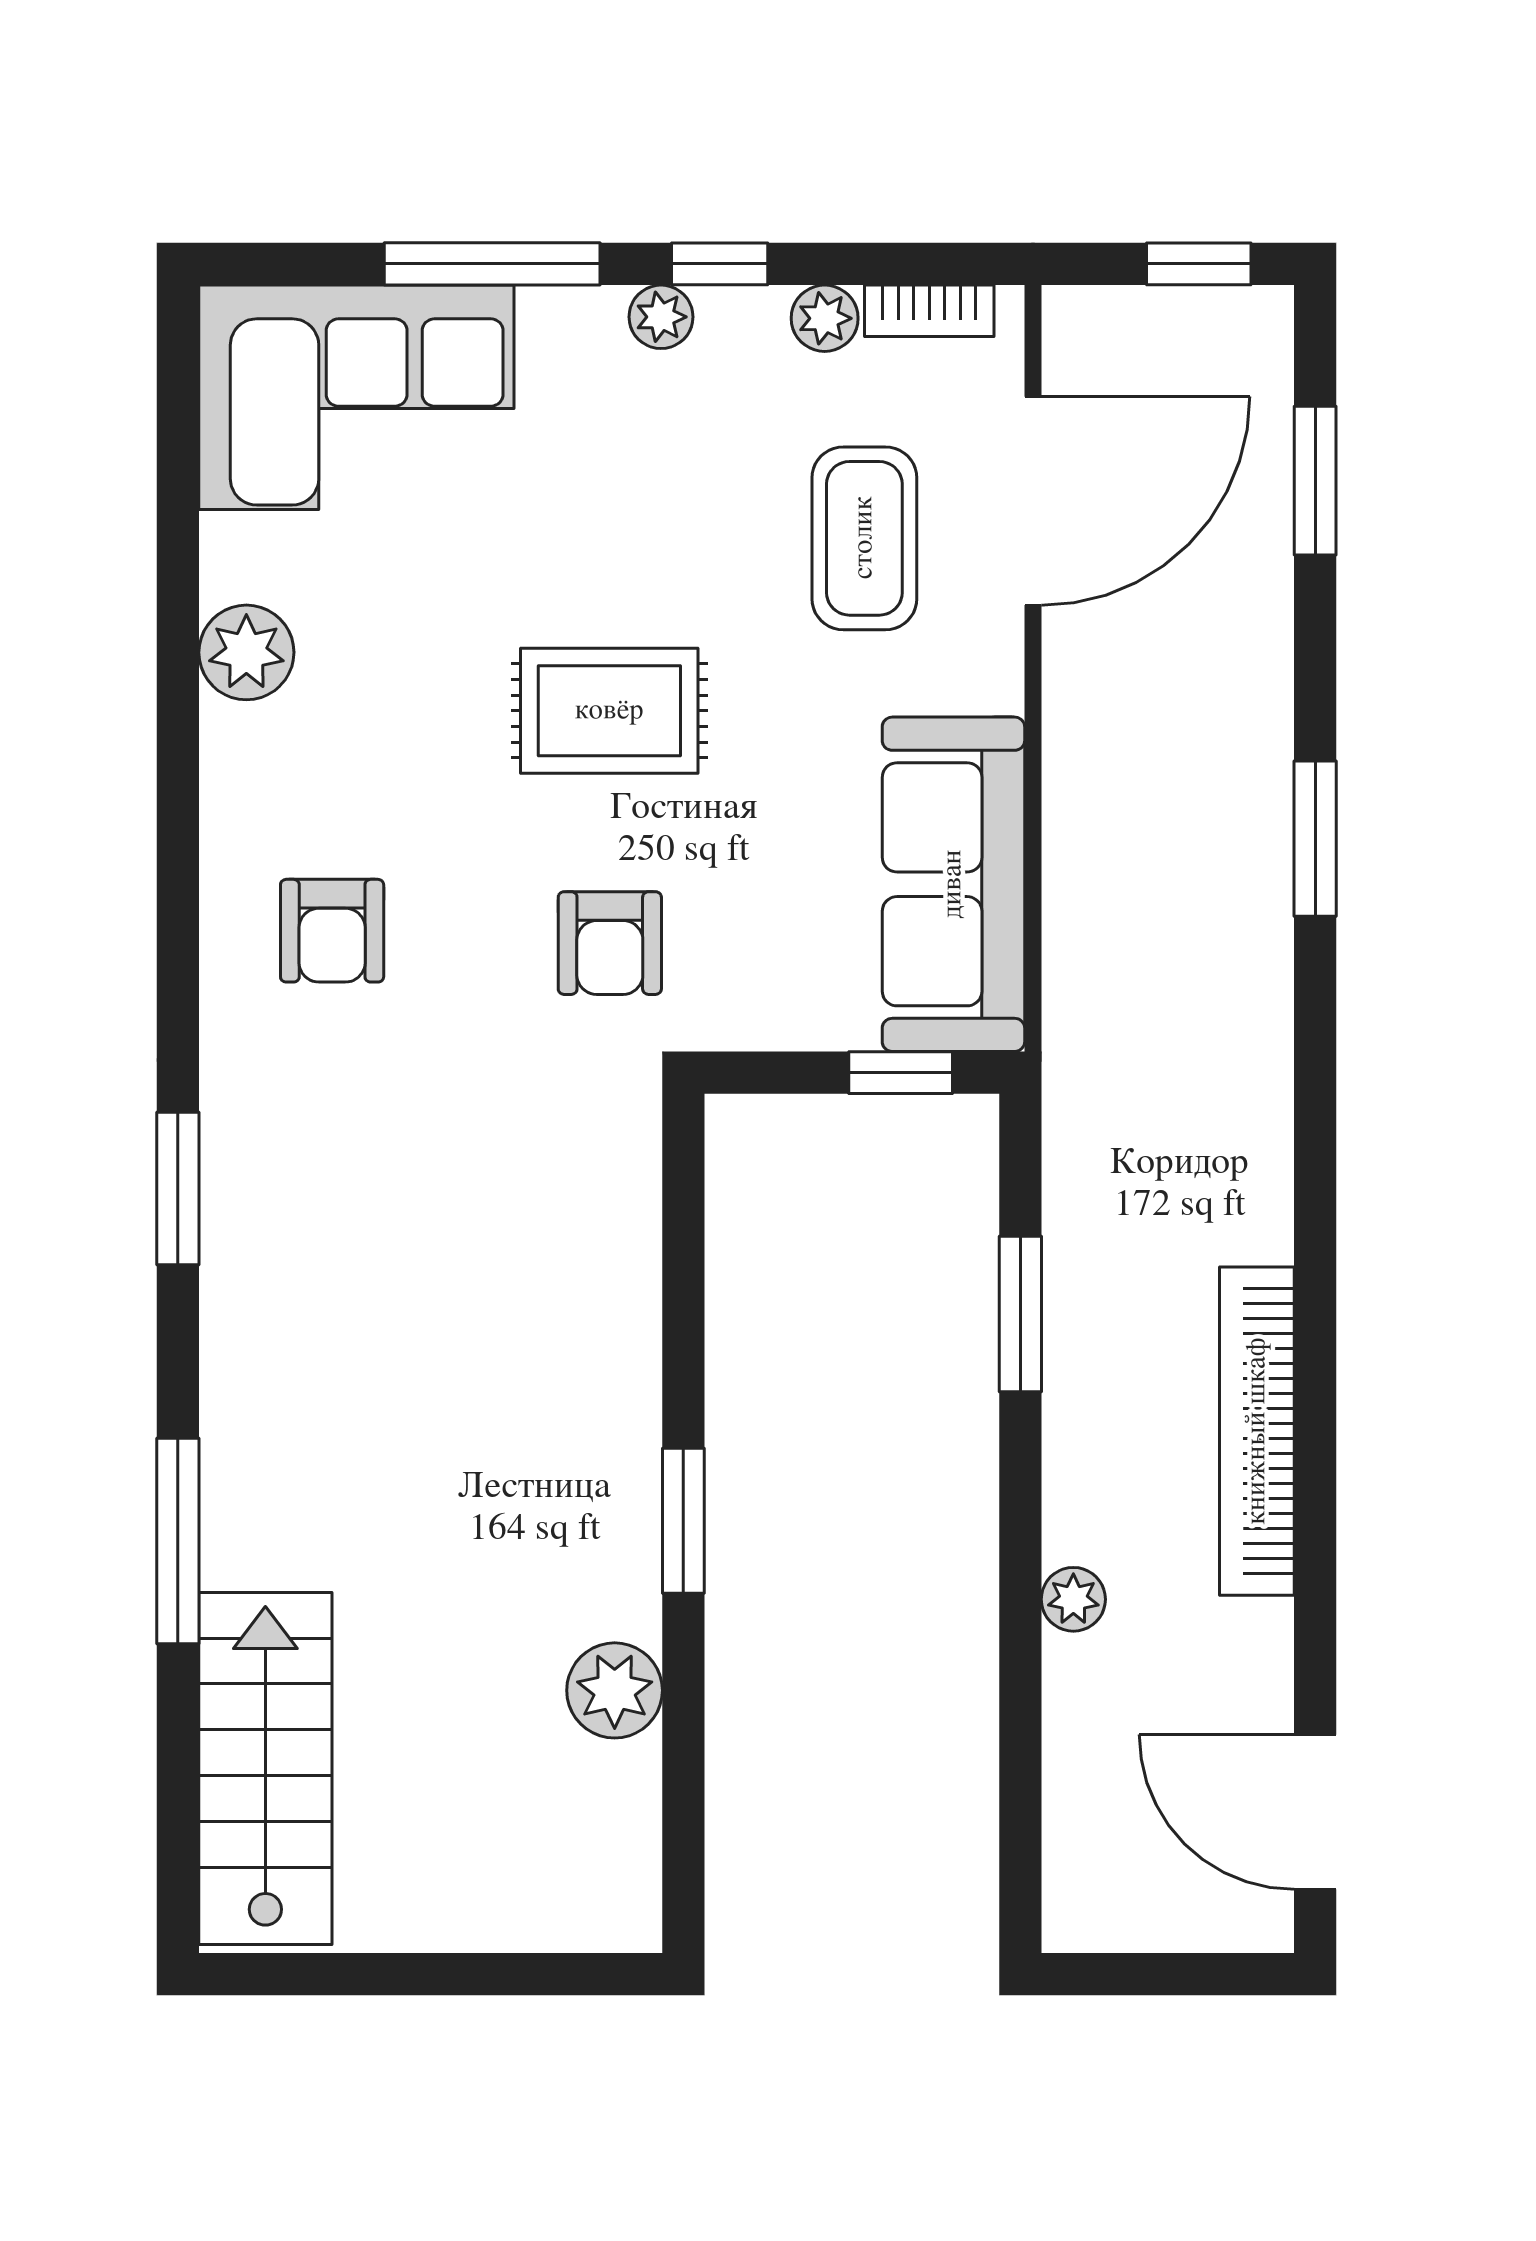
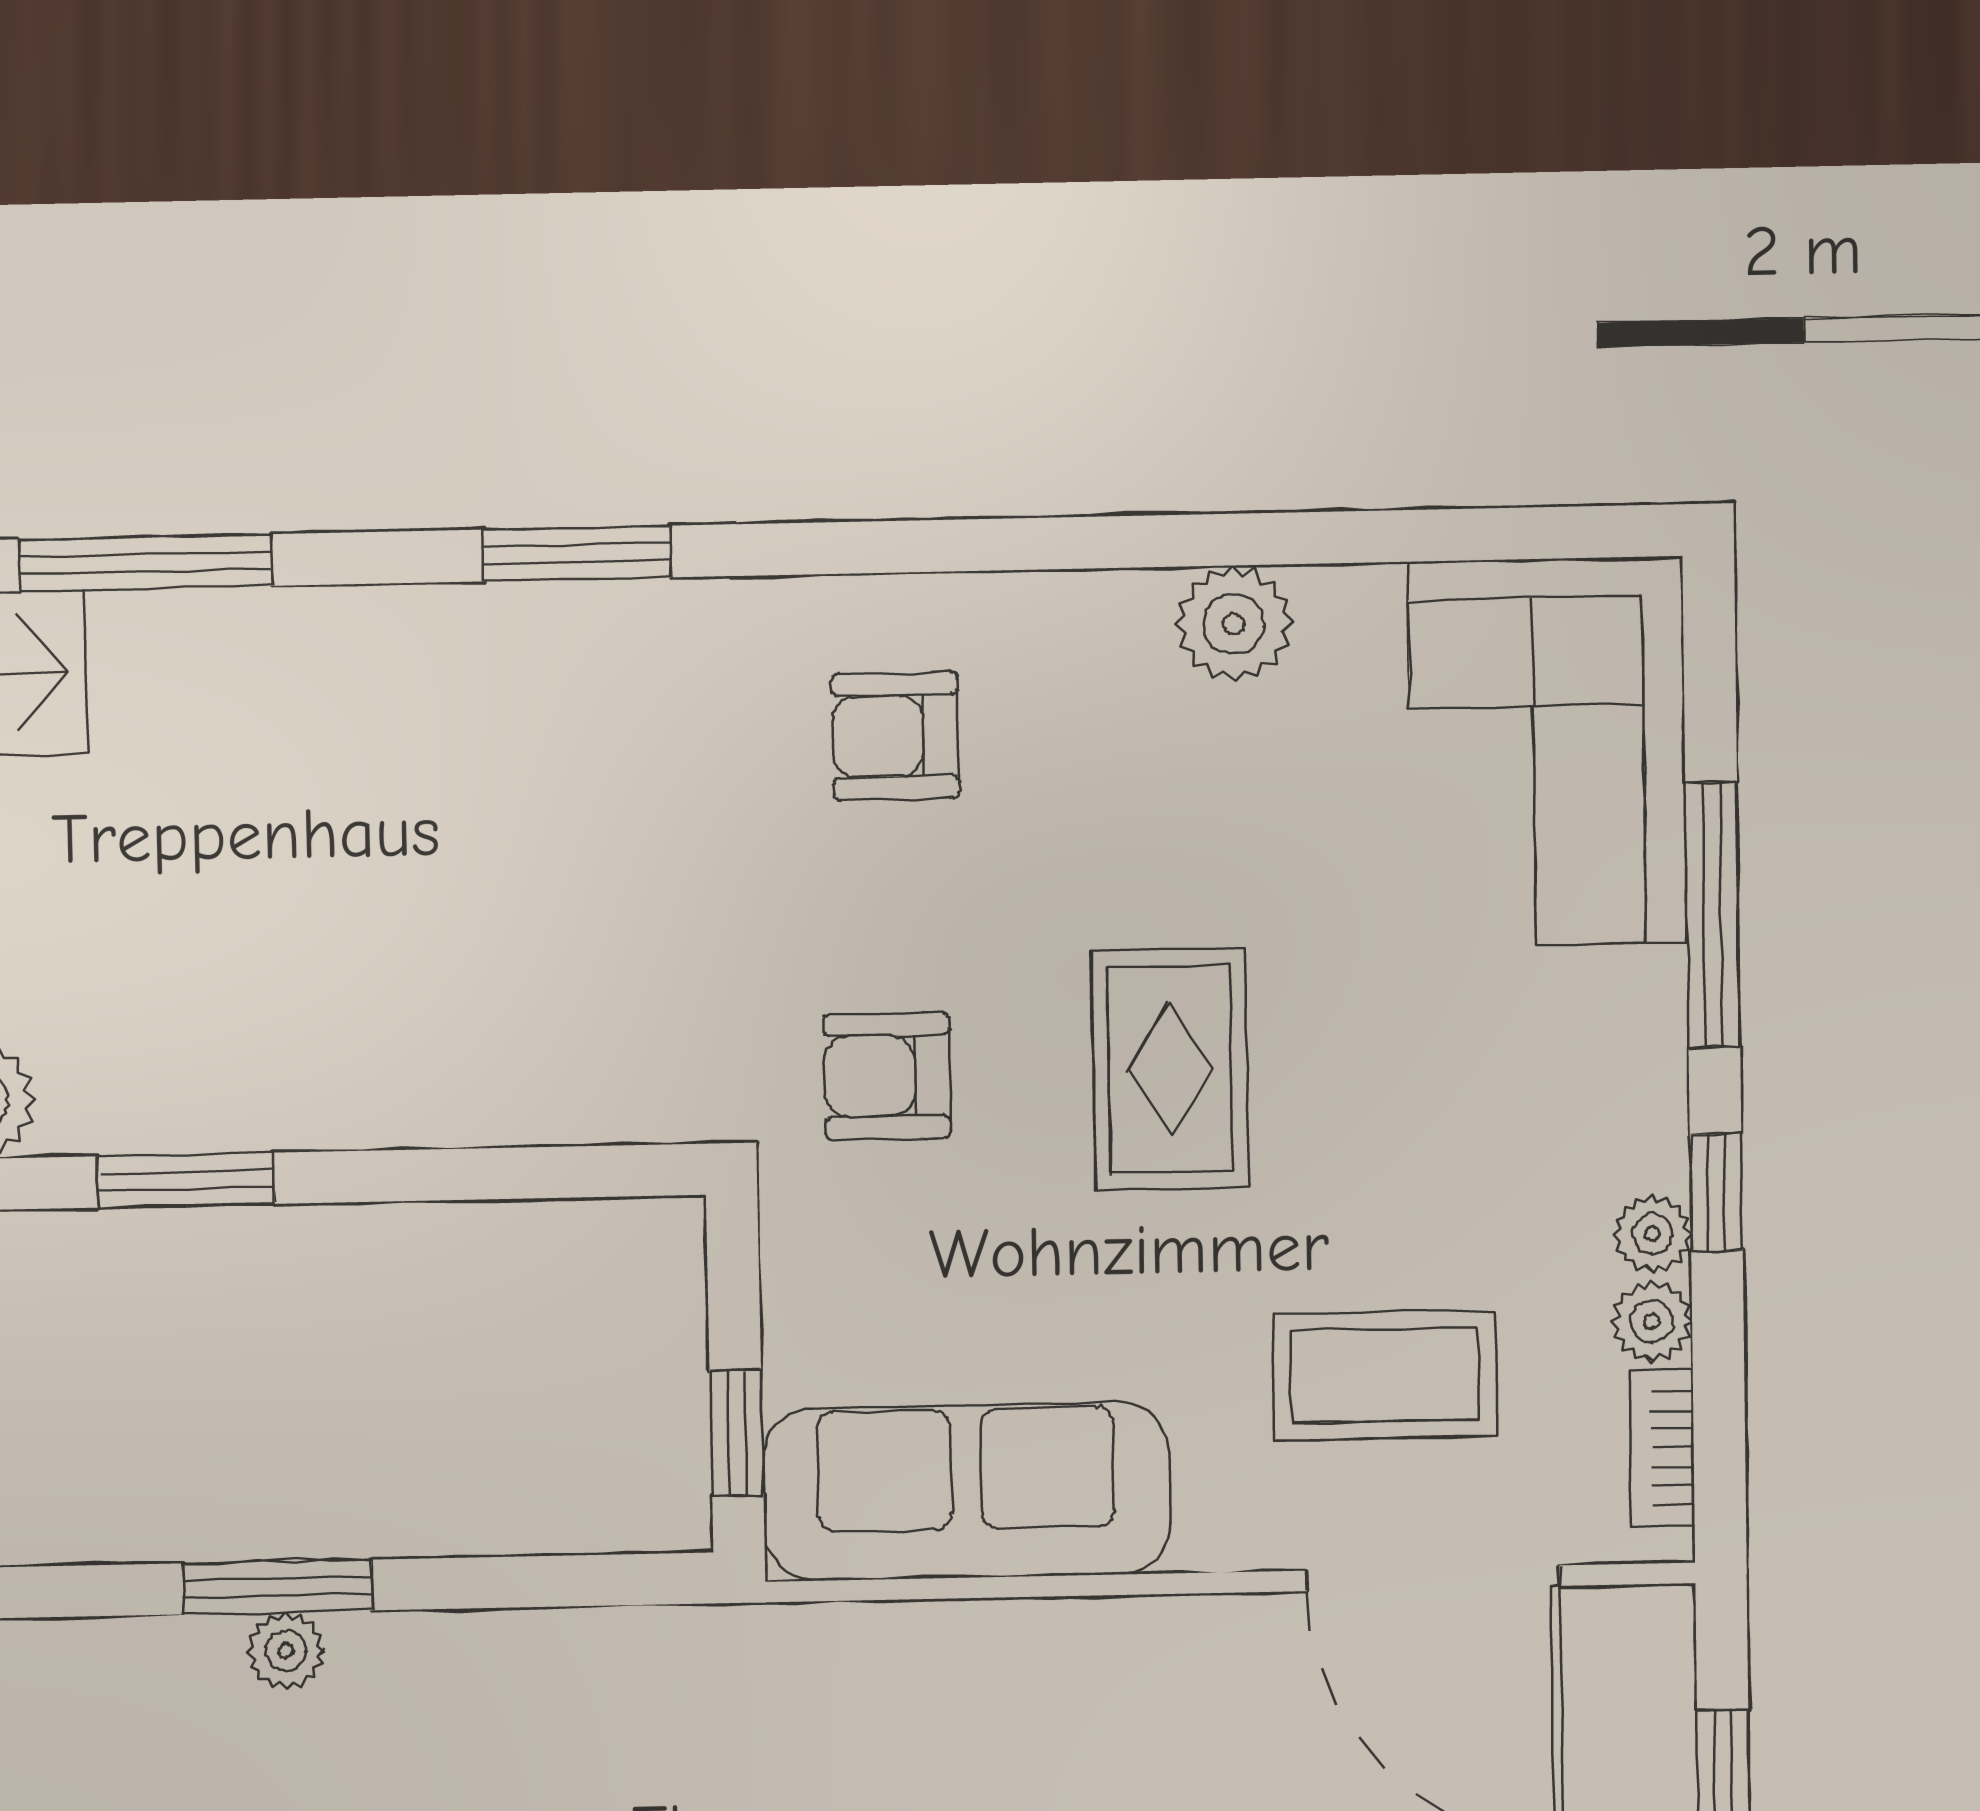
plant: (661, 317) -> (1652, 1234), moved
window: (1020, 1314) -> (278, 1587), moved
plant: (1073, 1599) -> (286, 1651), moved

